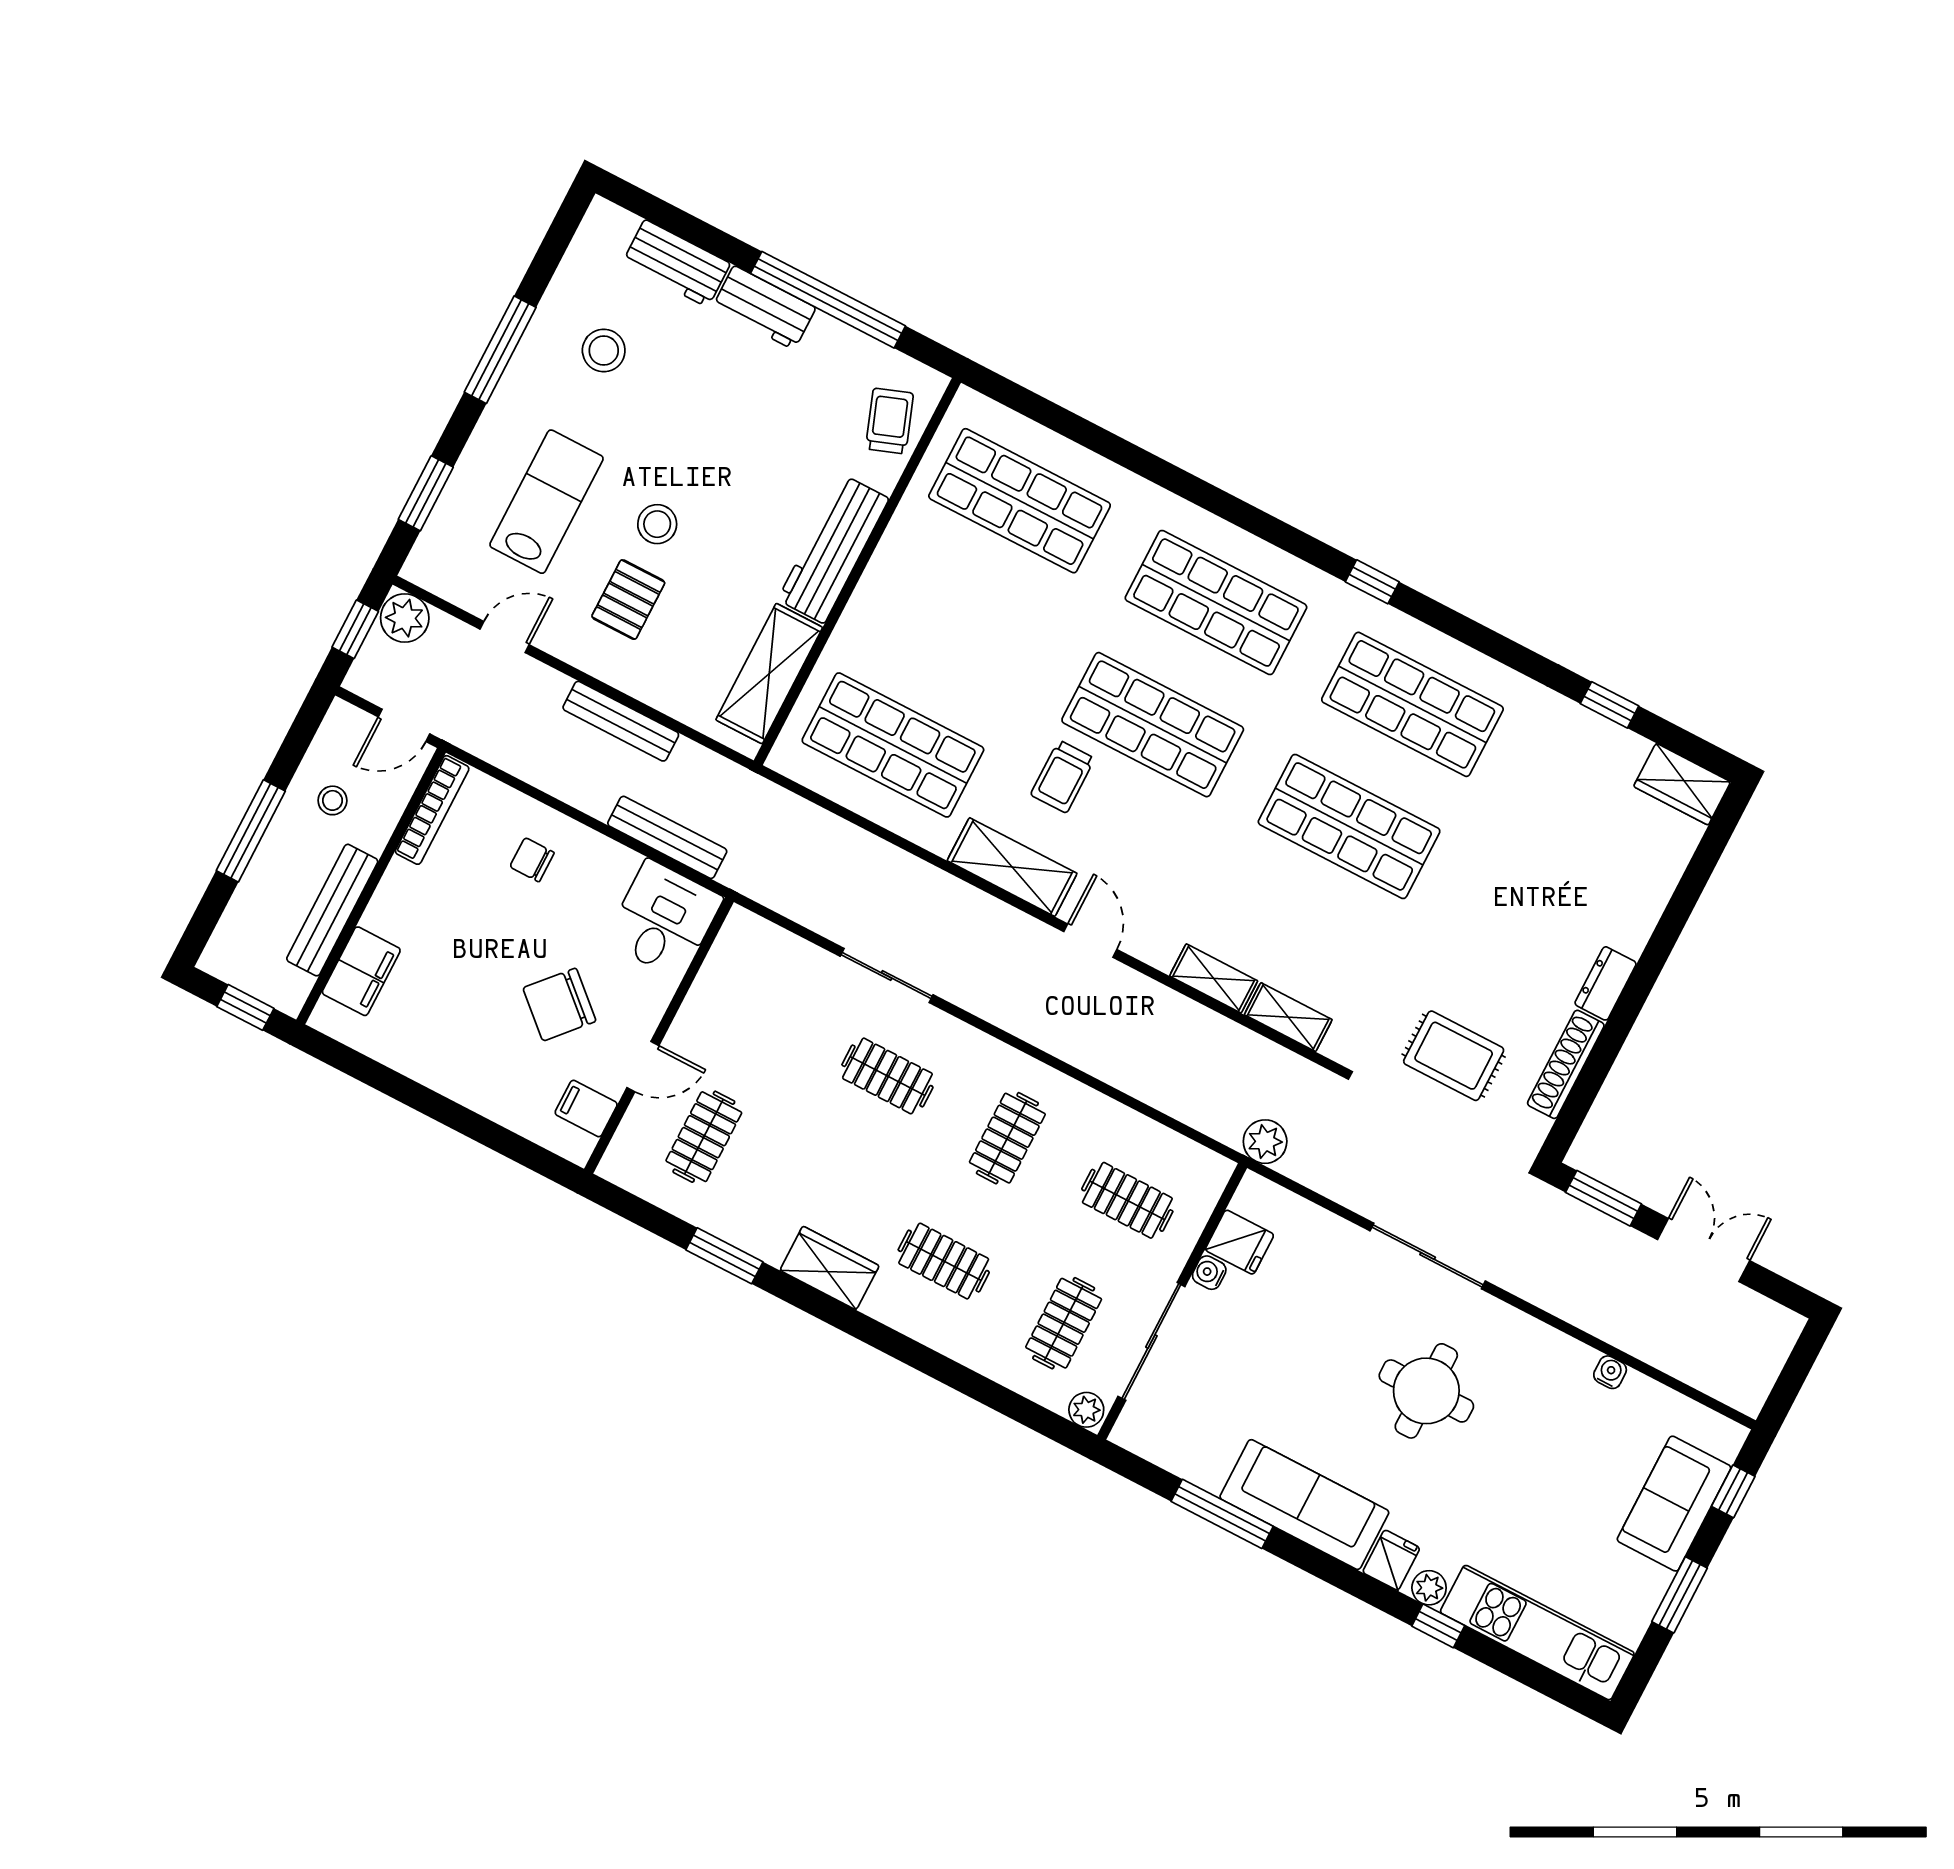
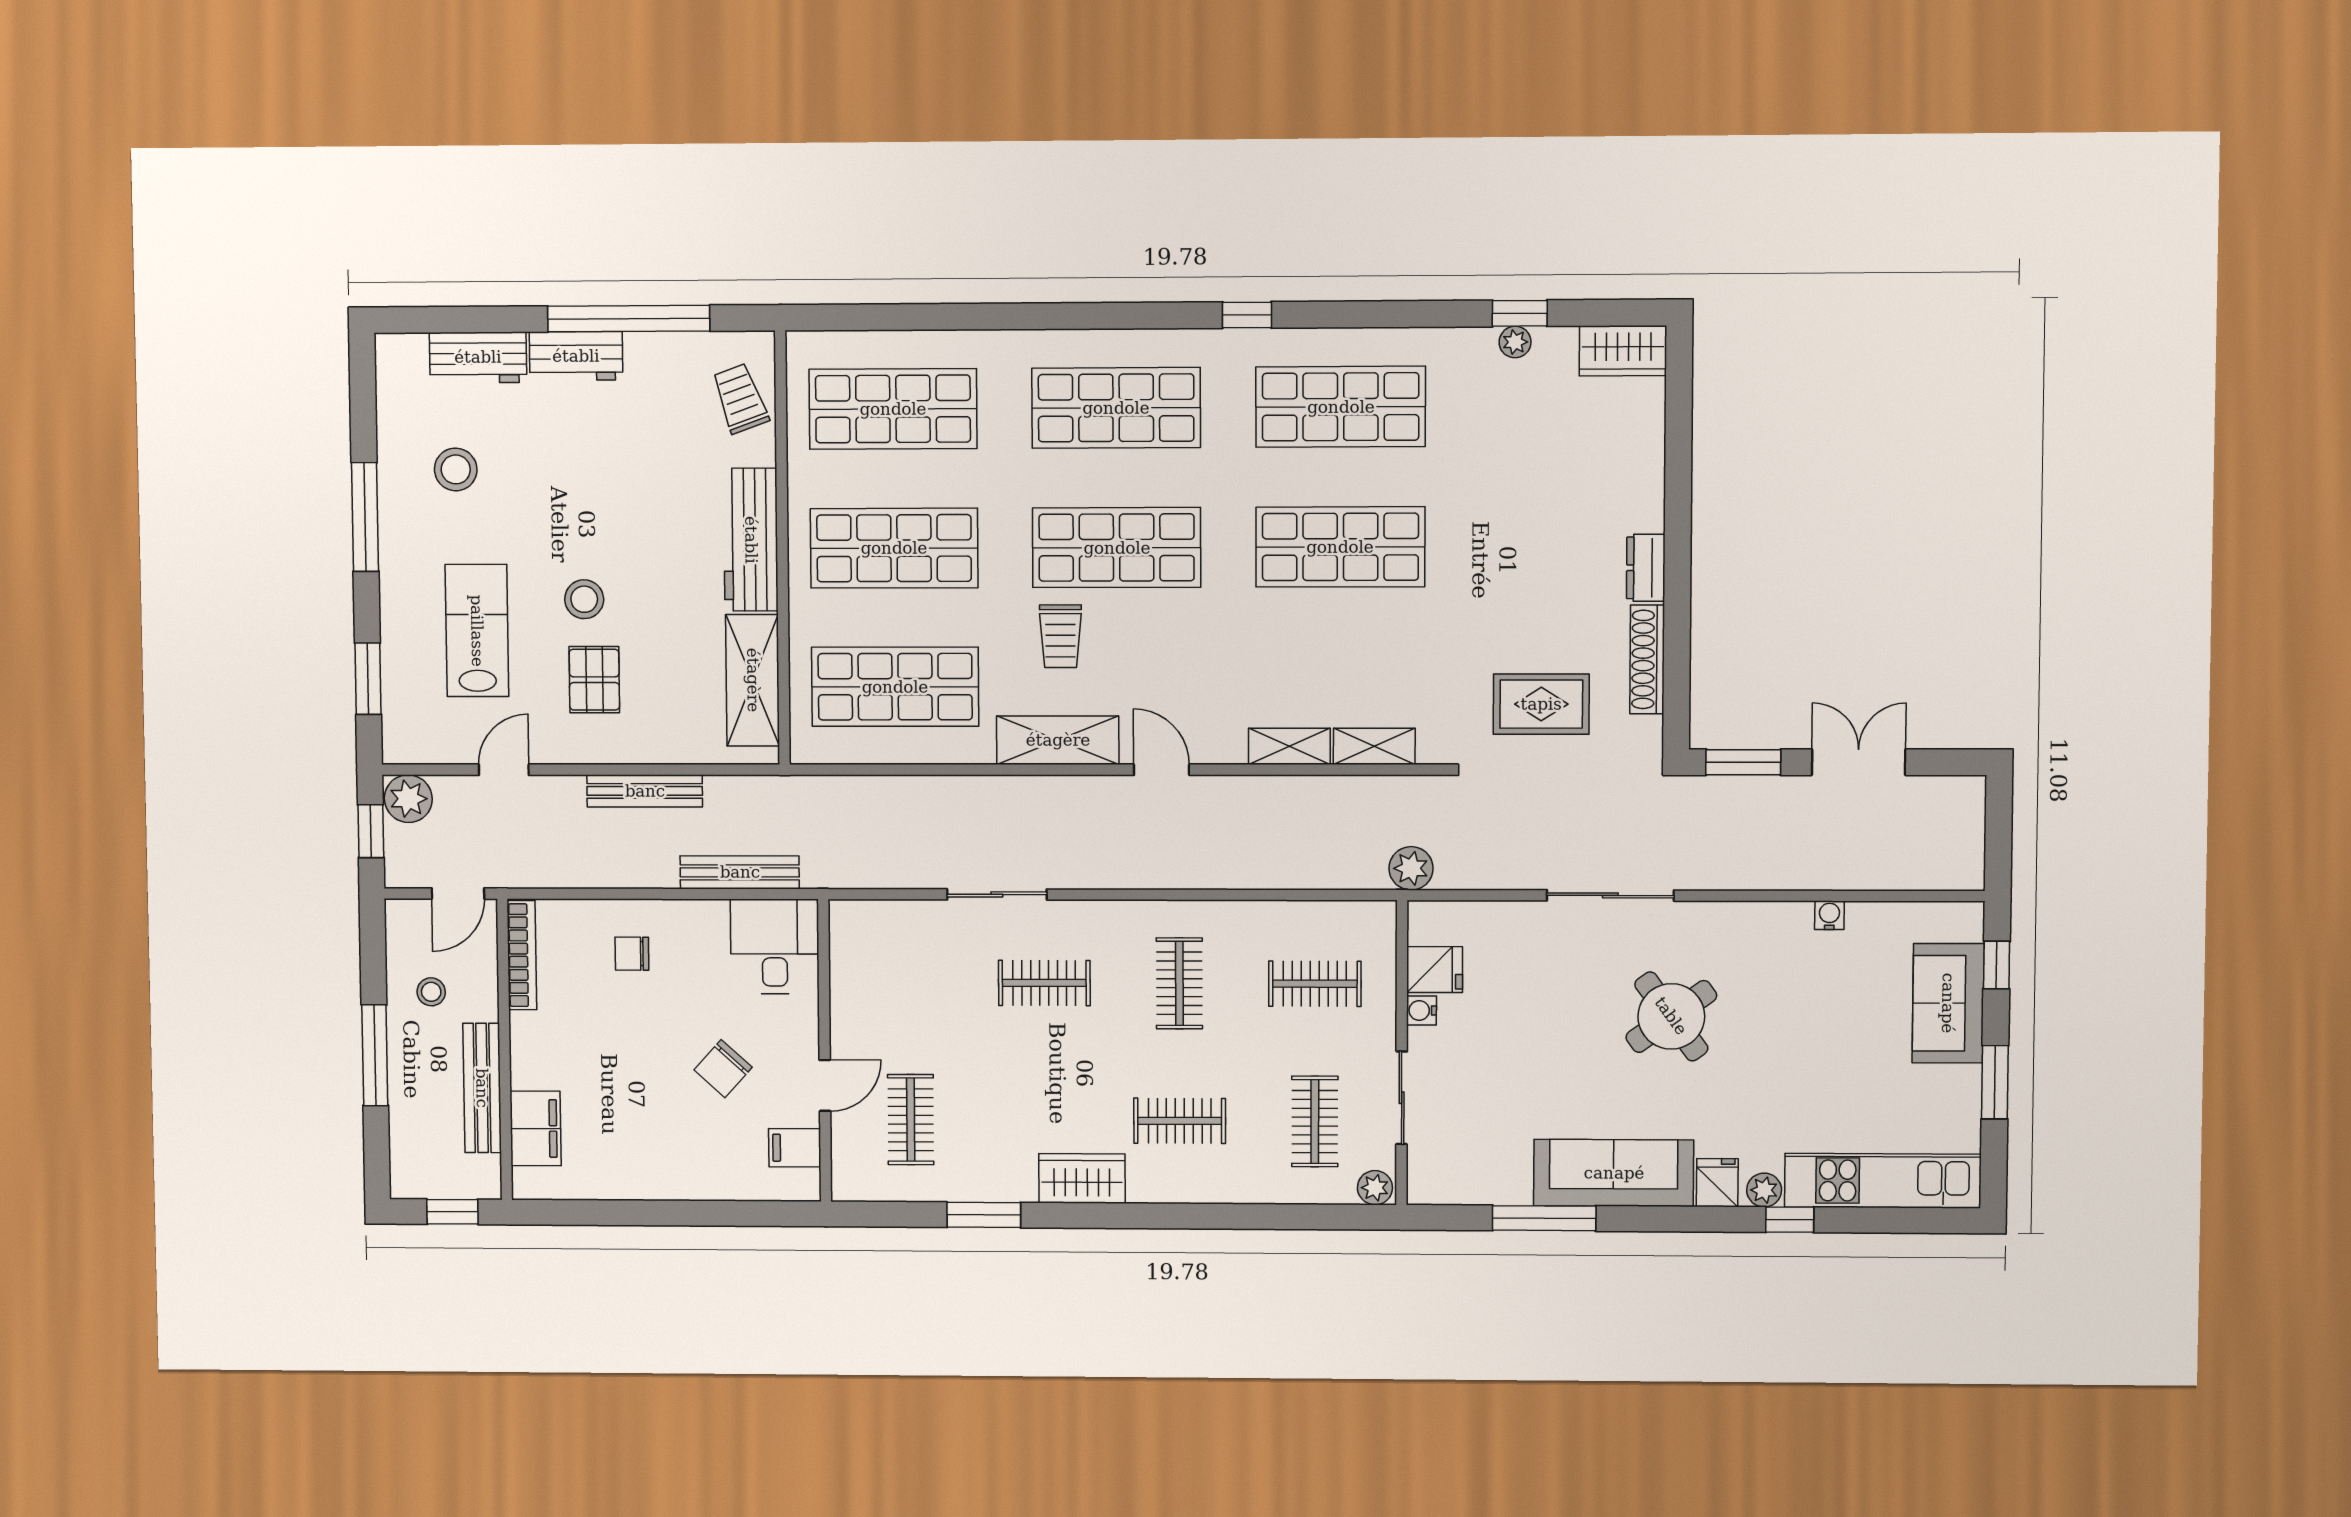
shop shelf: (956, 623) -> (894, 548), added
plant: (1593, 728) -> (1515, 342), added
chair: (559, 1005) -> (723, 1069), width x0.73, depth x0.73
sliding door: (1151, 1341) -> (1402, 1098), width x0.73
round table: (1426, 1391) -> (1671, 1016), turned -36

